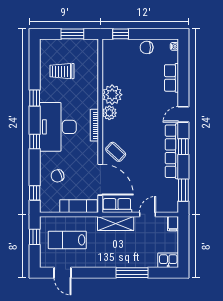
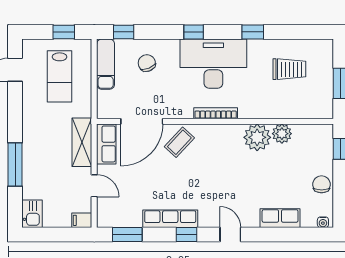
trolley: (62, 71) -> (289, 69), turned 90
plant: (109, 113) -> (282, 134), moved
row of seats: (172, 151) -> (170, 219), width x0.73
exam couch: (78, 206) -> (106, 64), moved
lab bench: (67, 240) -> (60, 76), turned 180

